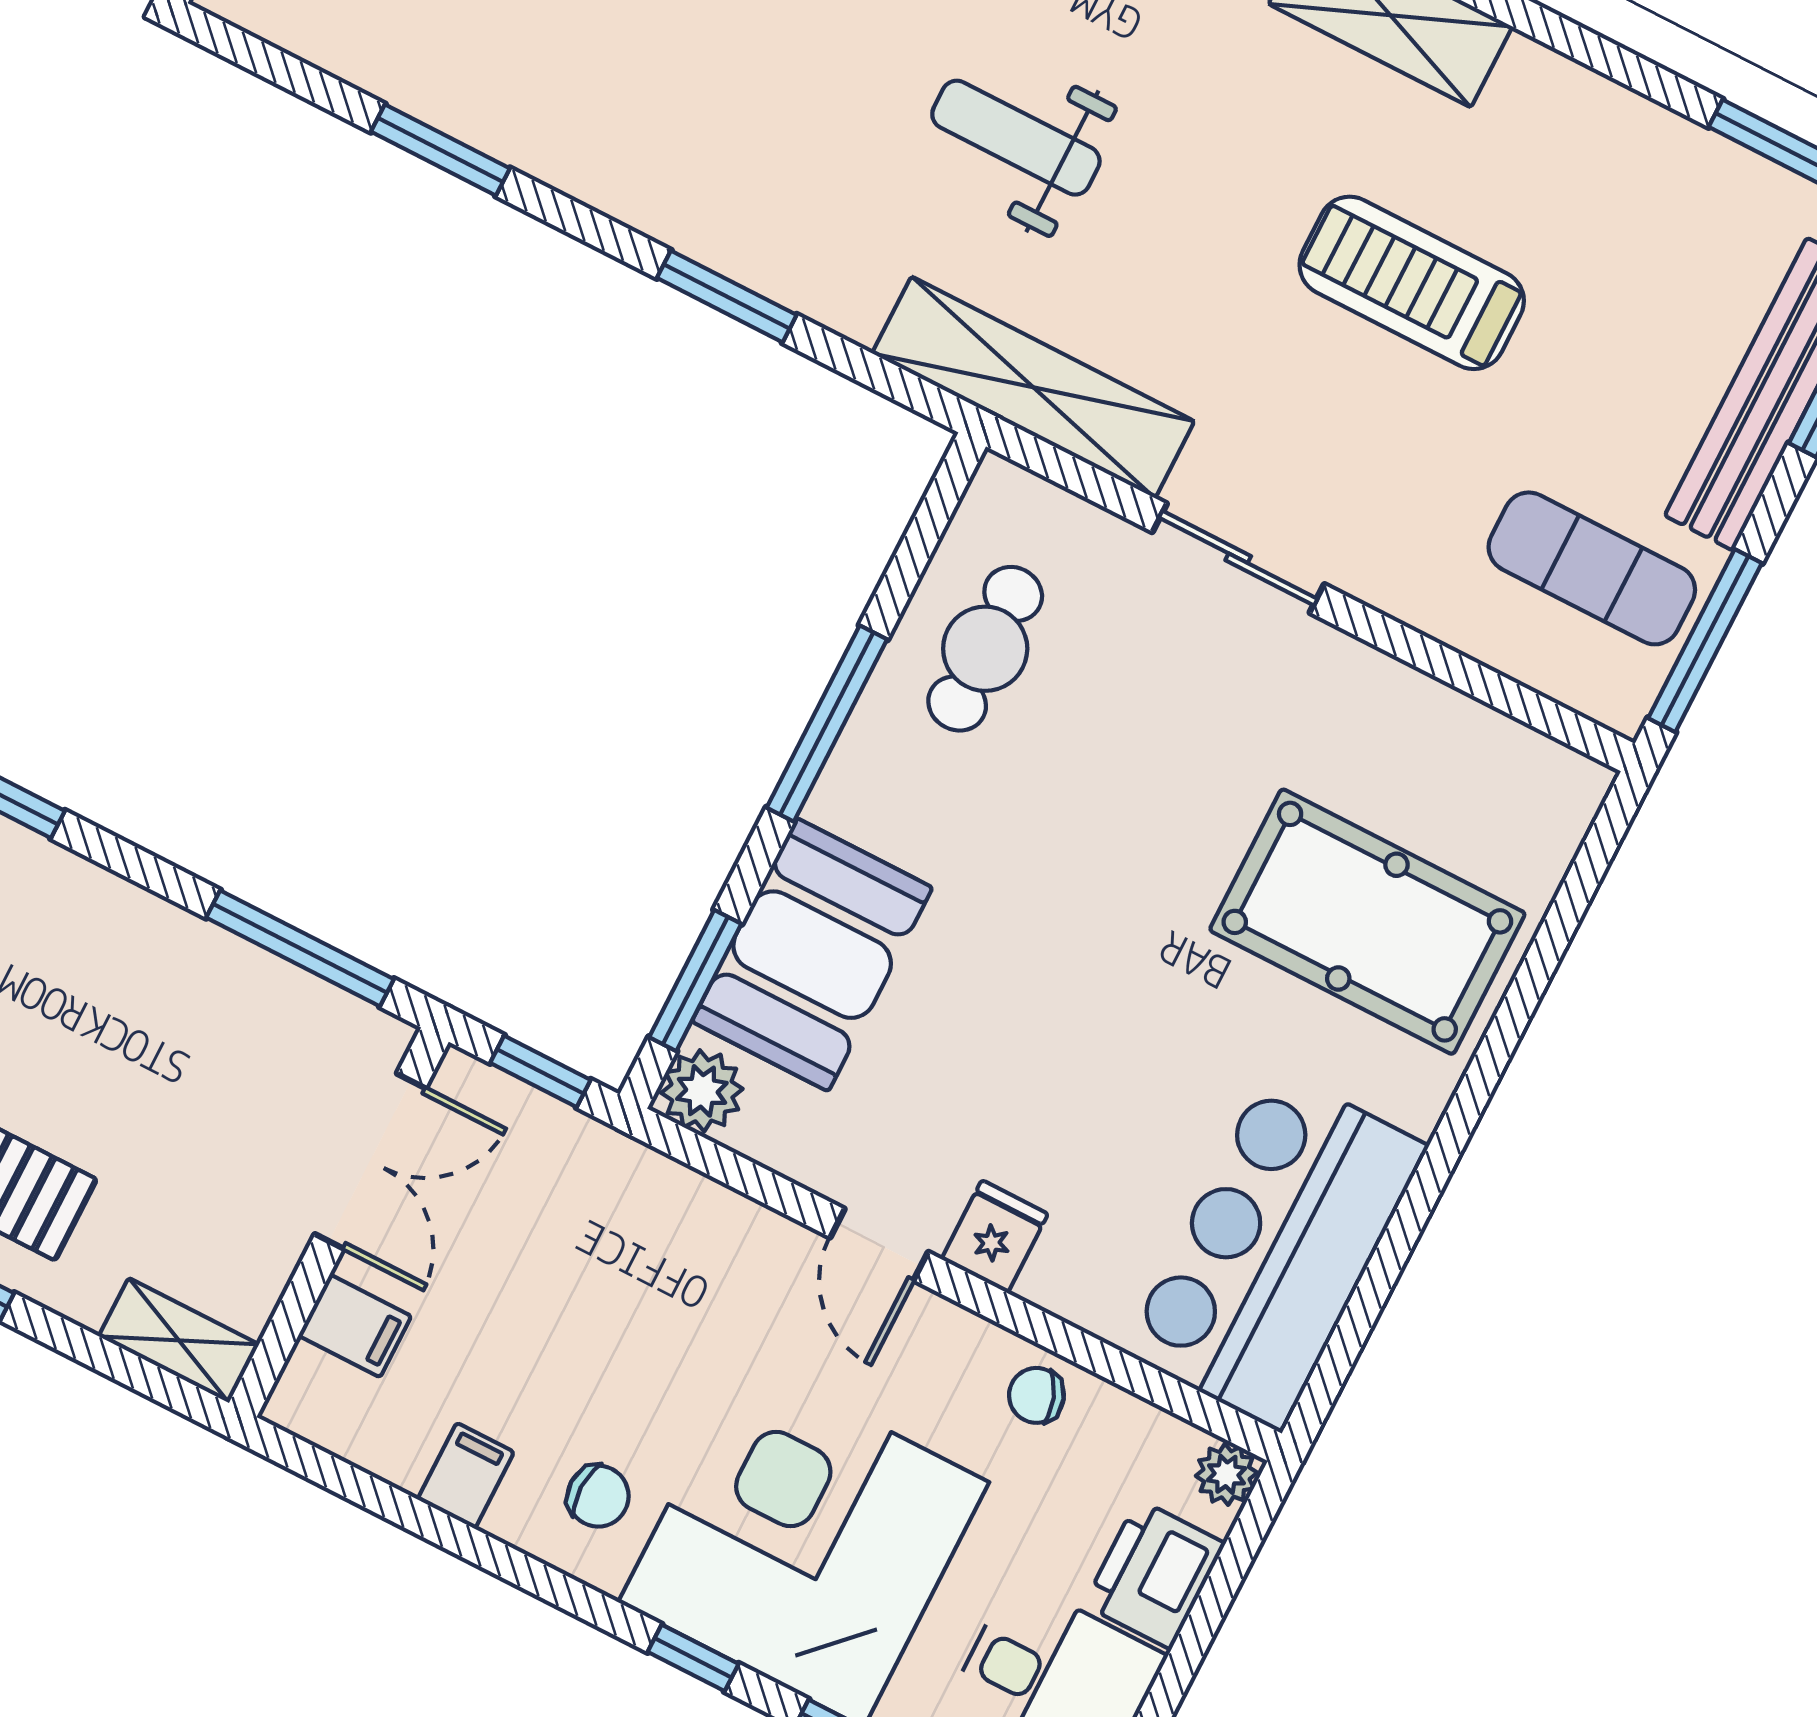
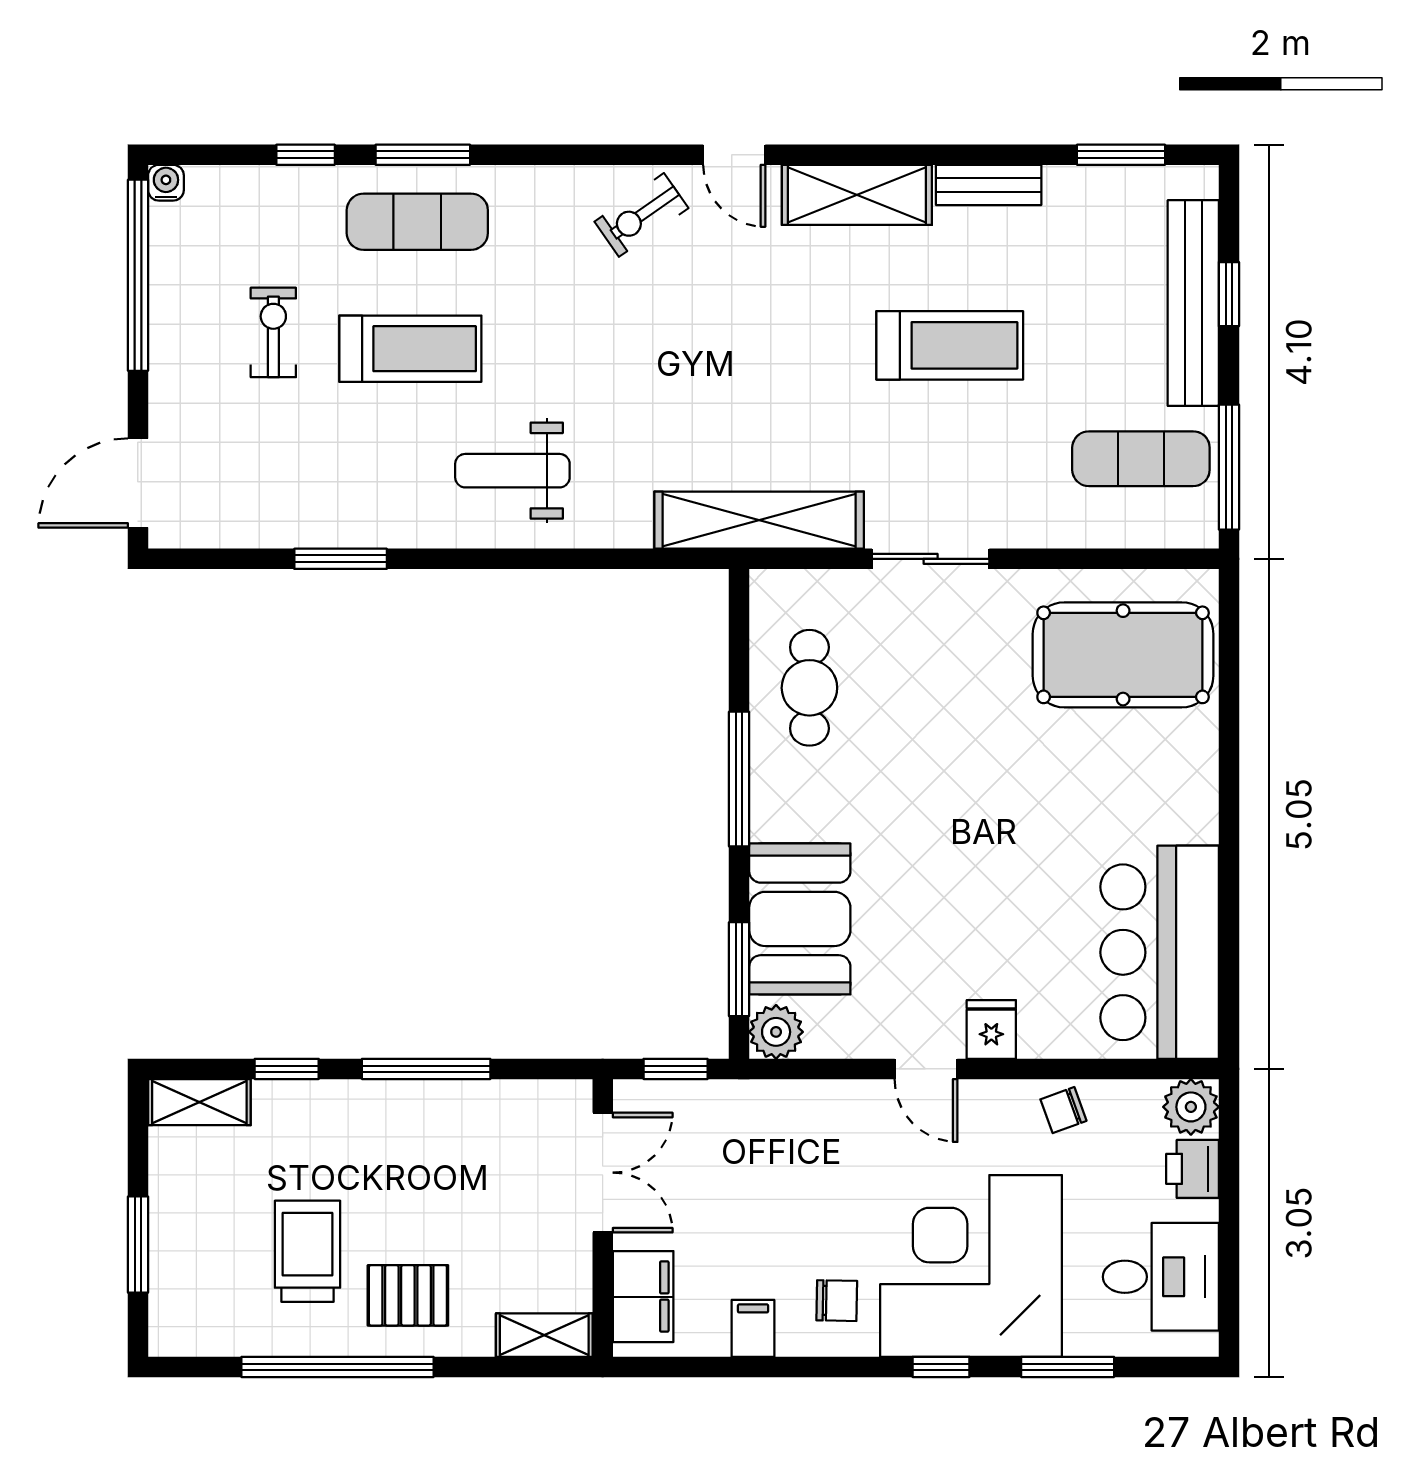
bench: (1575, 93) -> (989, 185), added
weight bench: (1016, 138) -> (512, 471), moved
treadmill: (1412, 283) -> (950, 345), turned 180
window: (727, 296) -> (552, 559), removed
pool table: (1367, 922) -> (1123, 655), moved
window: (300, 948) -> (426, 1069), moved
filing cabinet: (355, 1326) -> (643, 1297), width x2.00
plant: (1226, 1474) -> (1191, 1107), width x1.38, depth x1.38
printer: (1154, 1574) -> (1193, 1169), width x0.73, depth x0.81

